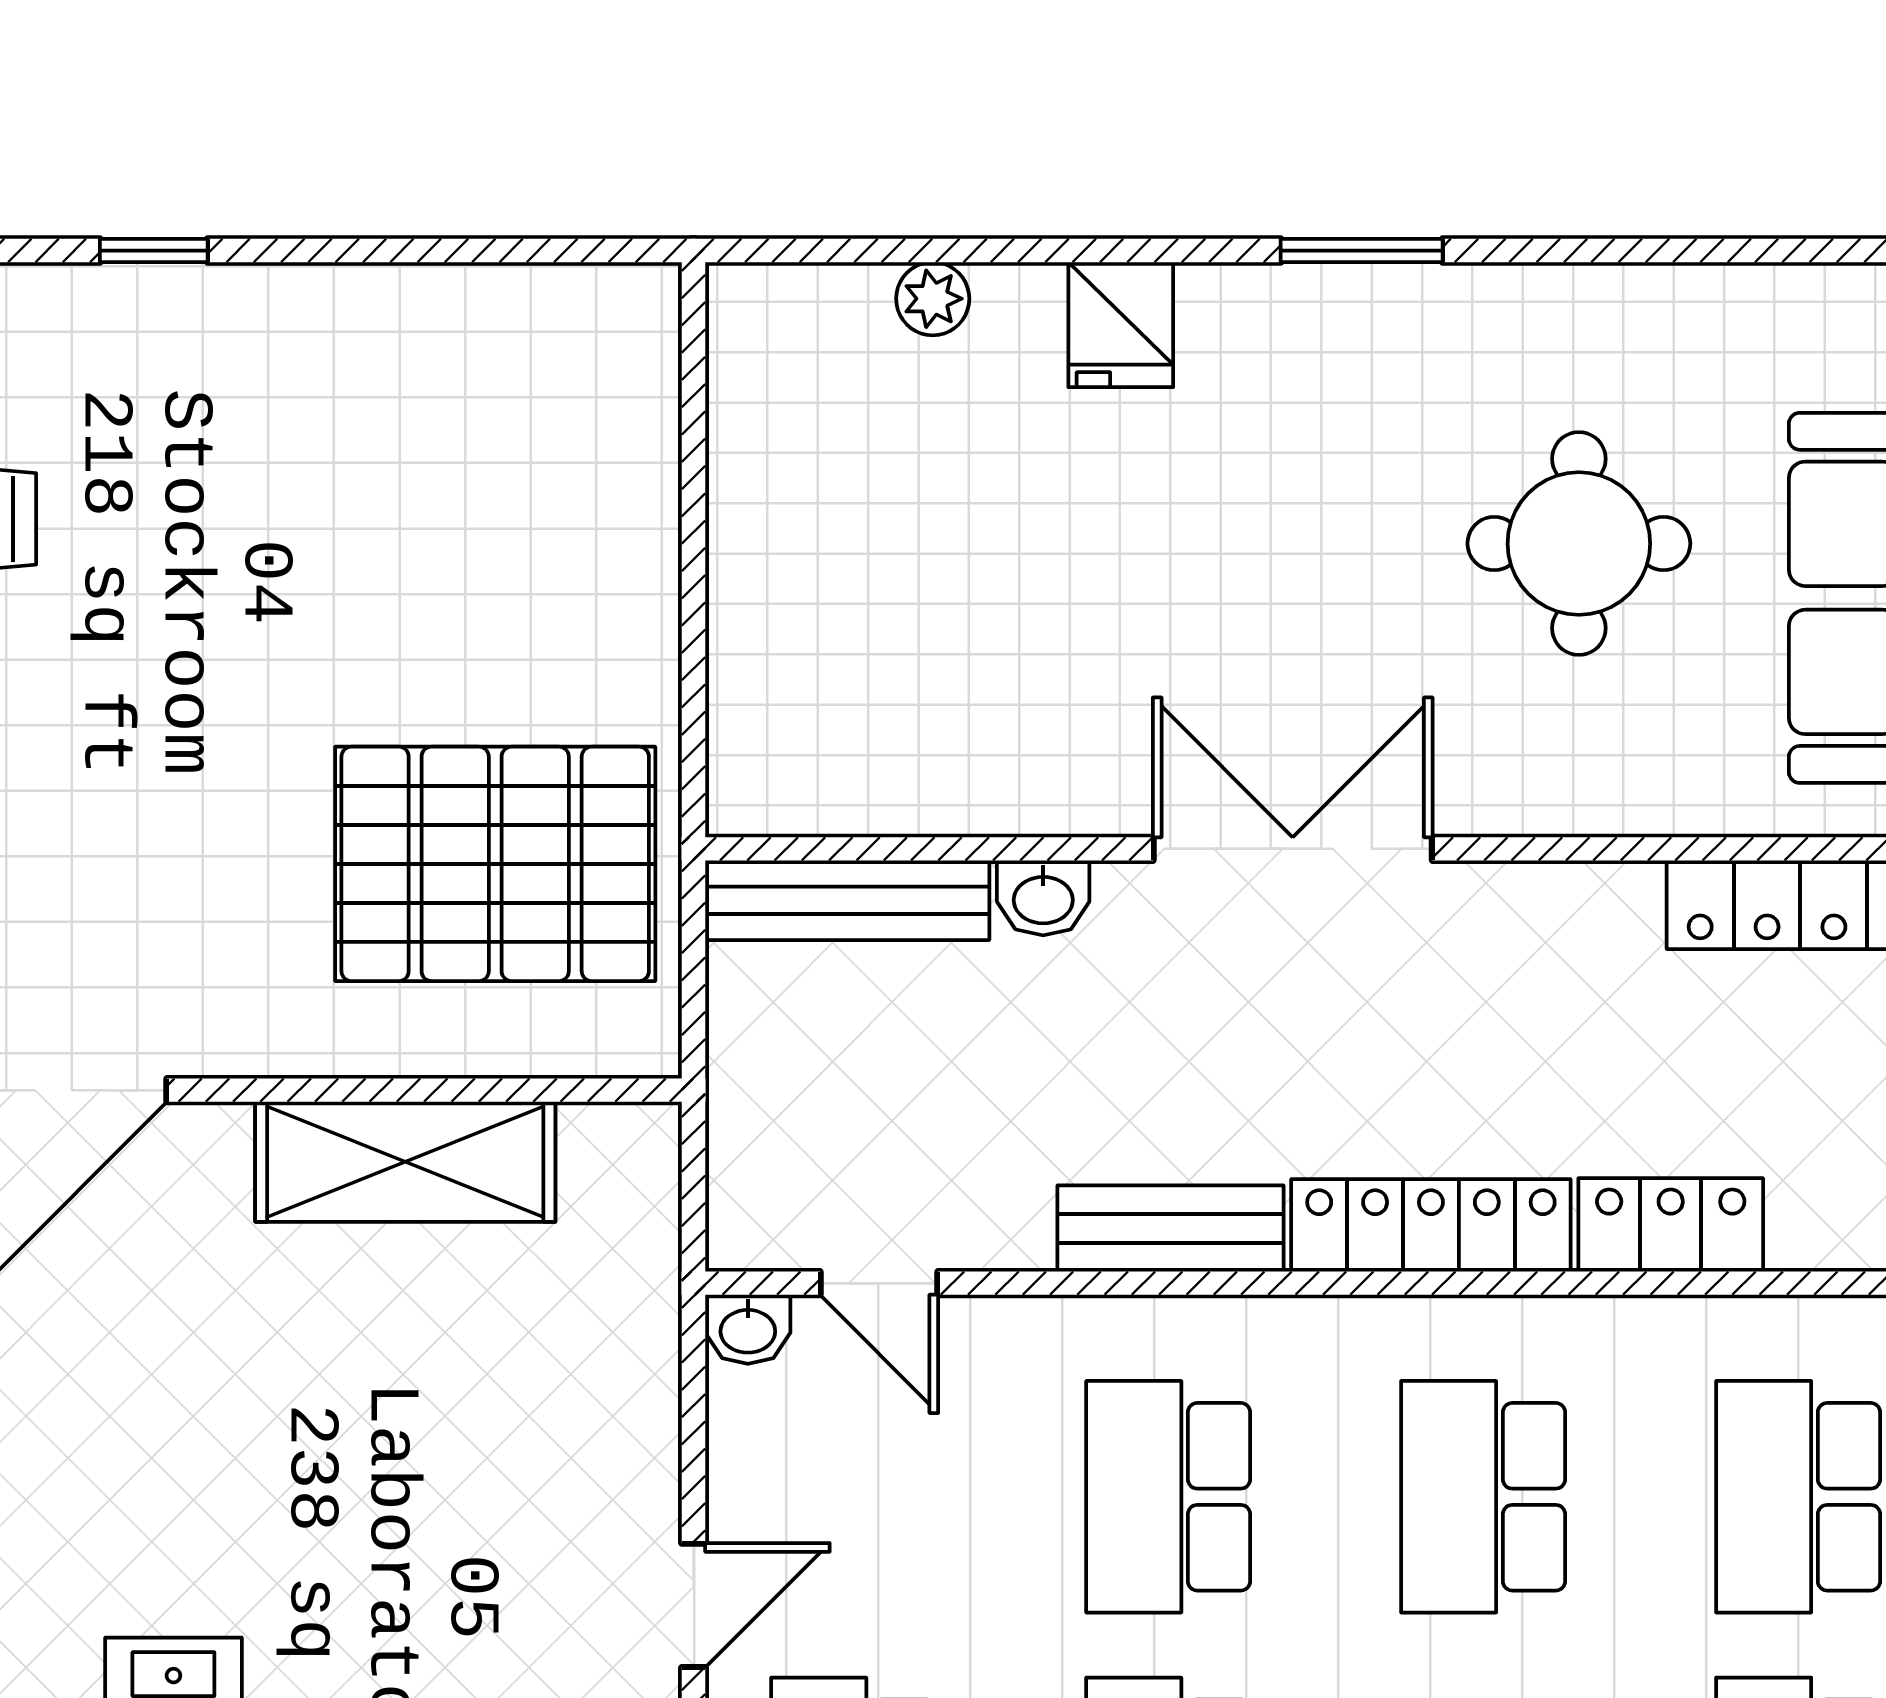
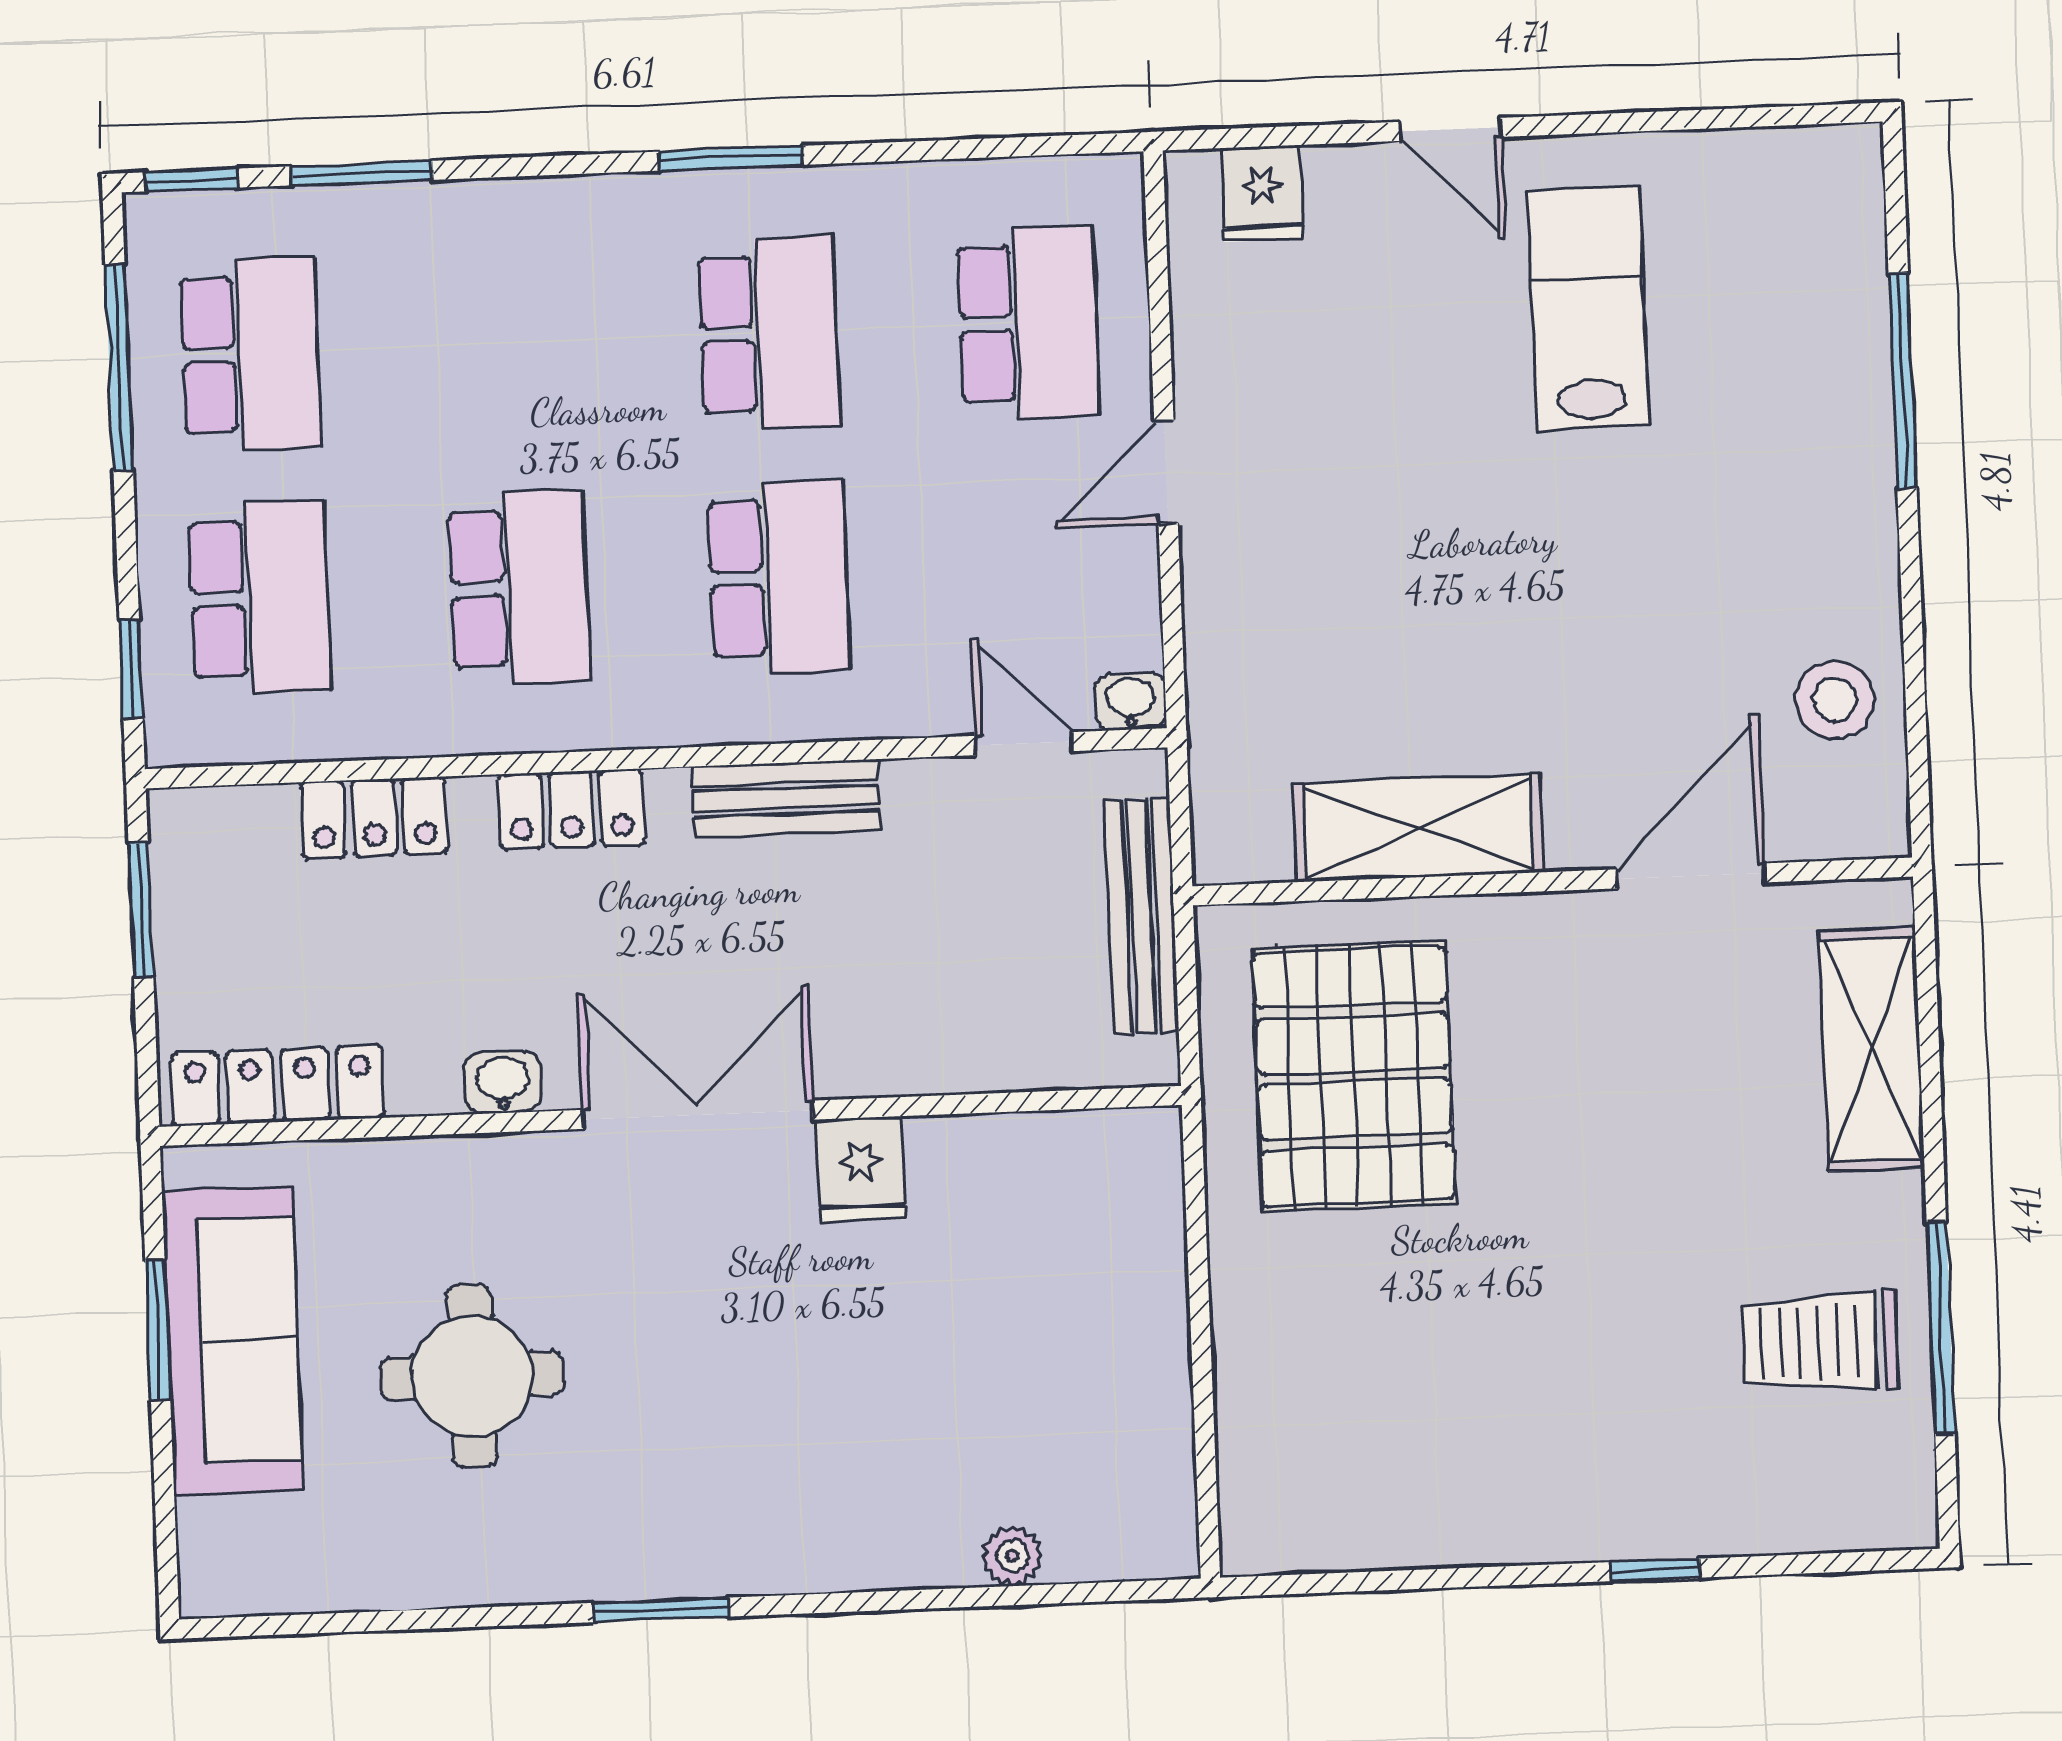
fridge: (1121, 325) -> (861, 1169), moved, turned 180
double door: (1293, 849) -> (698, 1115), swing flipped
pallet: (495, 864) -> (1354, 1076), turned 90
washbasin: (1043, 898) -> (503, 1082), moved
bench: (847, 900) -> (1141, 916), moved, turned 90
locker: (1431, 1225) -> (571, 809), width x0.66

